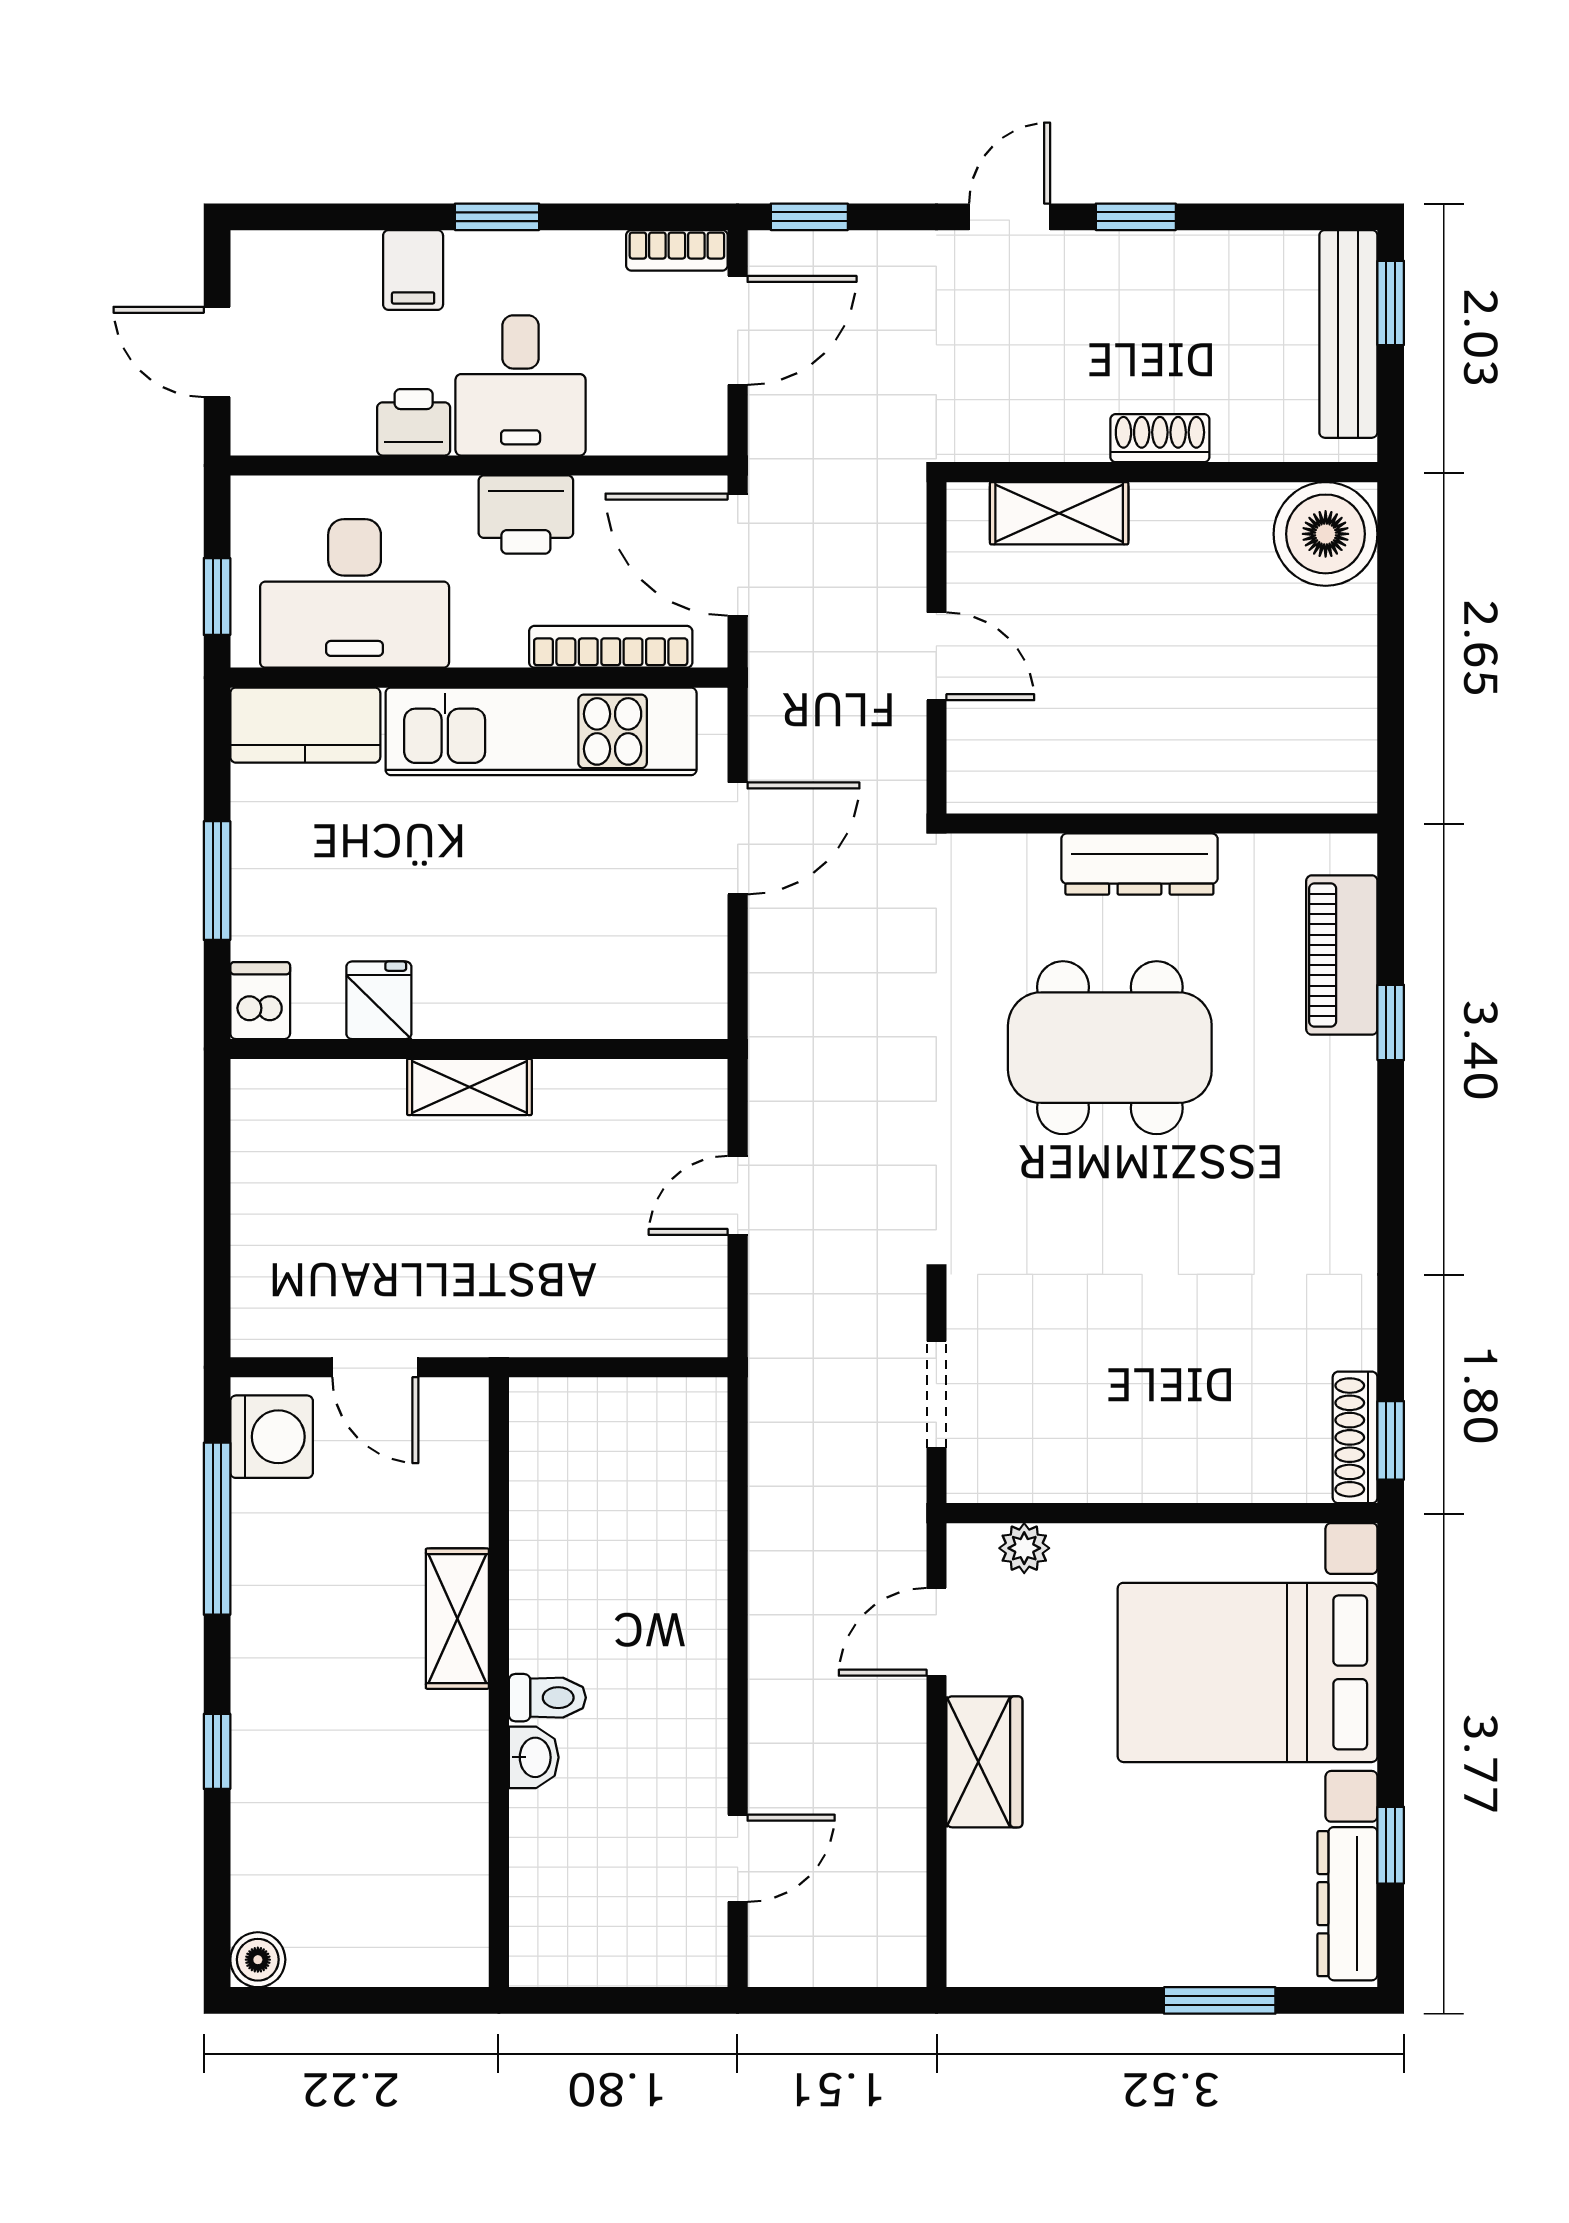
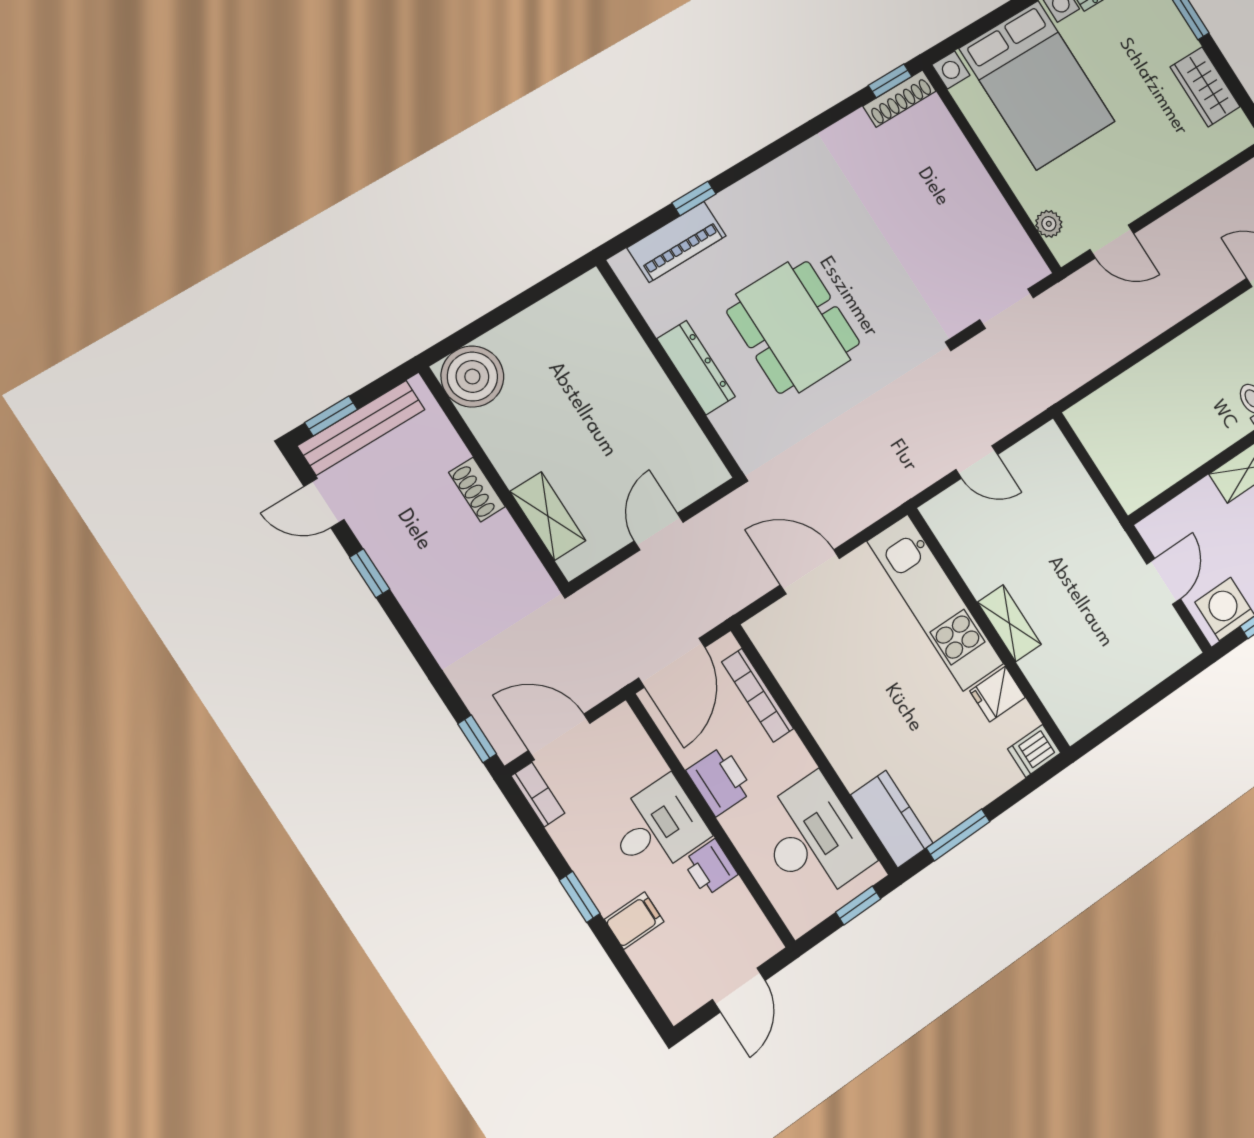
door: (1010, 217) -> (324, 503), moved
kitchen unit: (541, 731) -> (935, 603), moved, turned 180
window: (217, 881) -> (958, 835), moved
wardrobe: (984, 1762) -> (1205, 87), moved, turned -90

